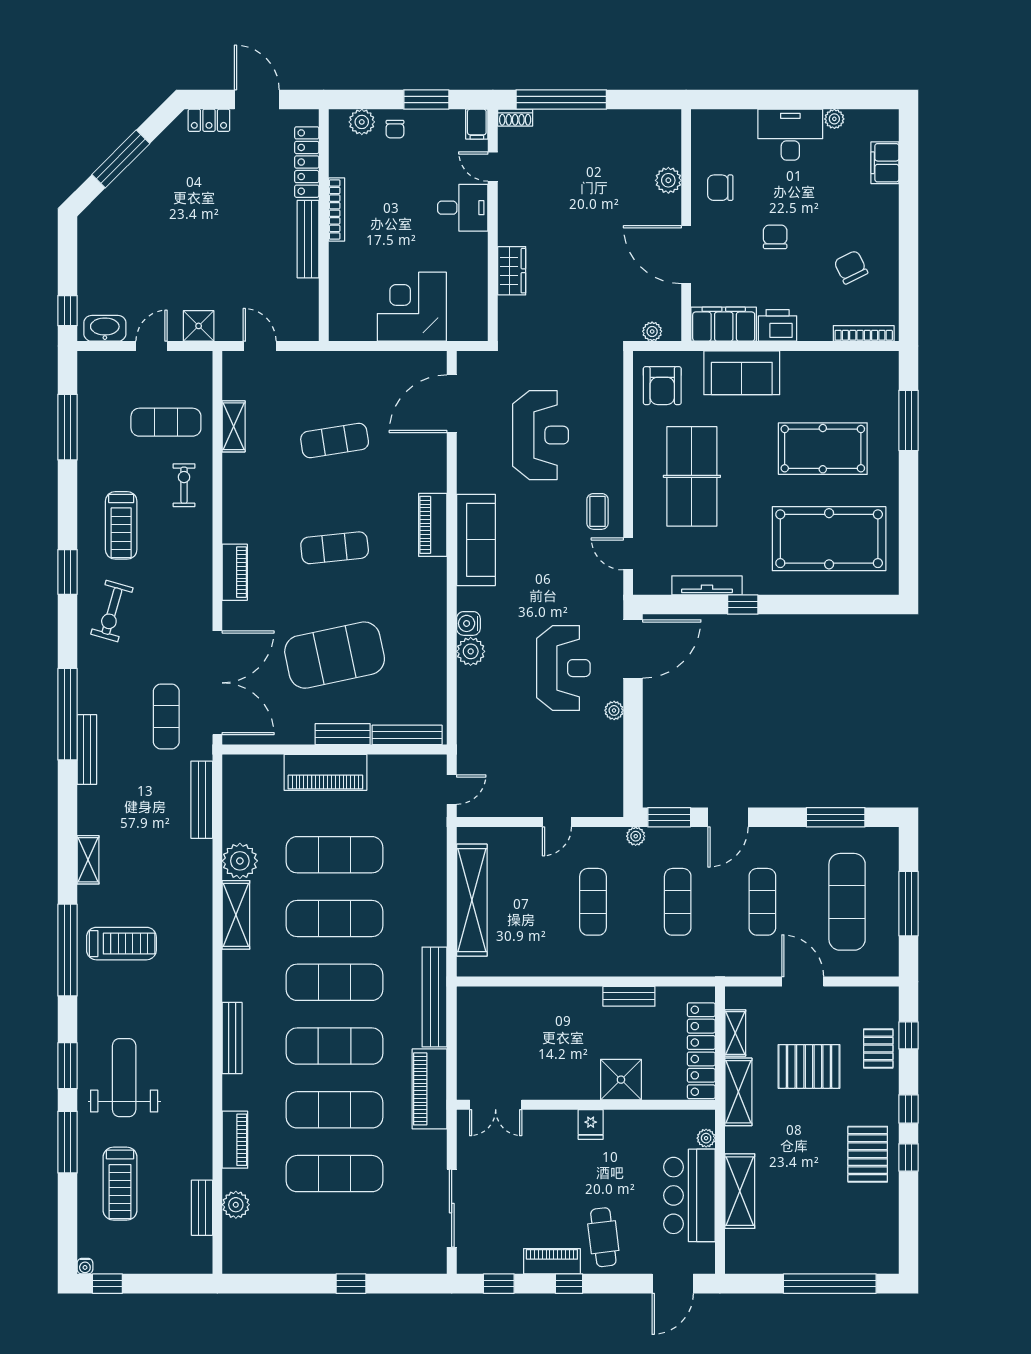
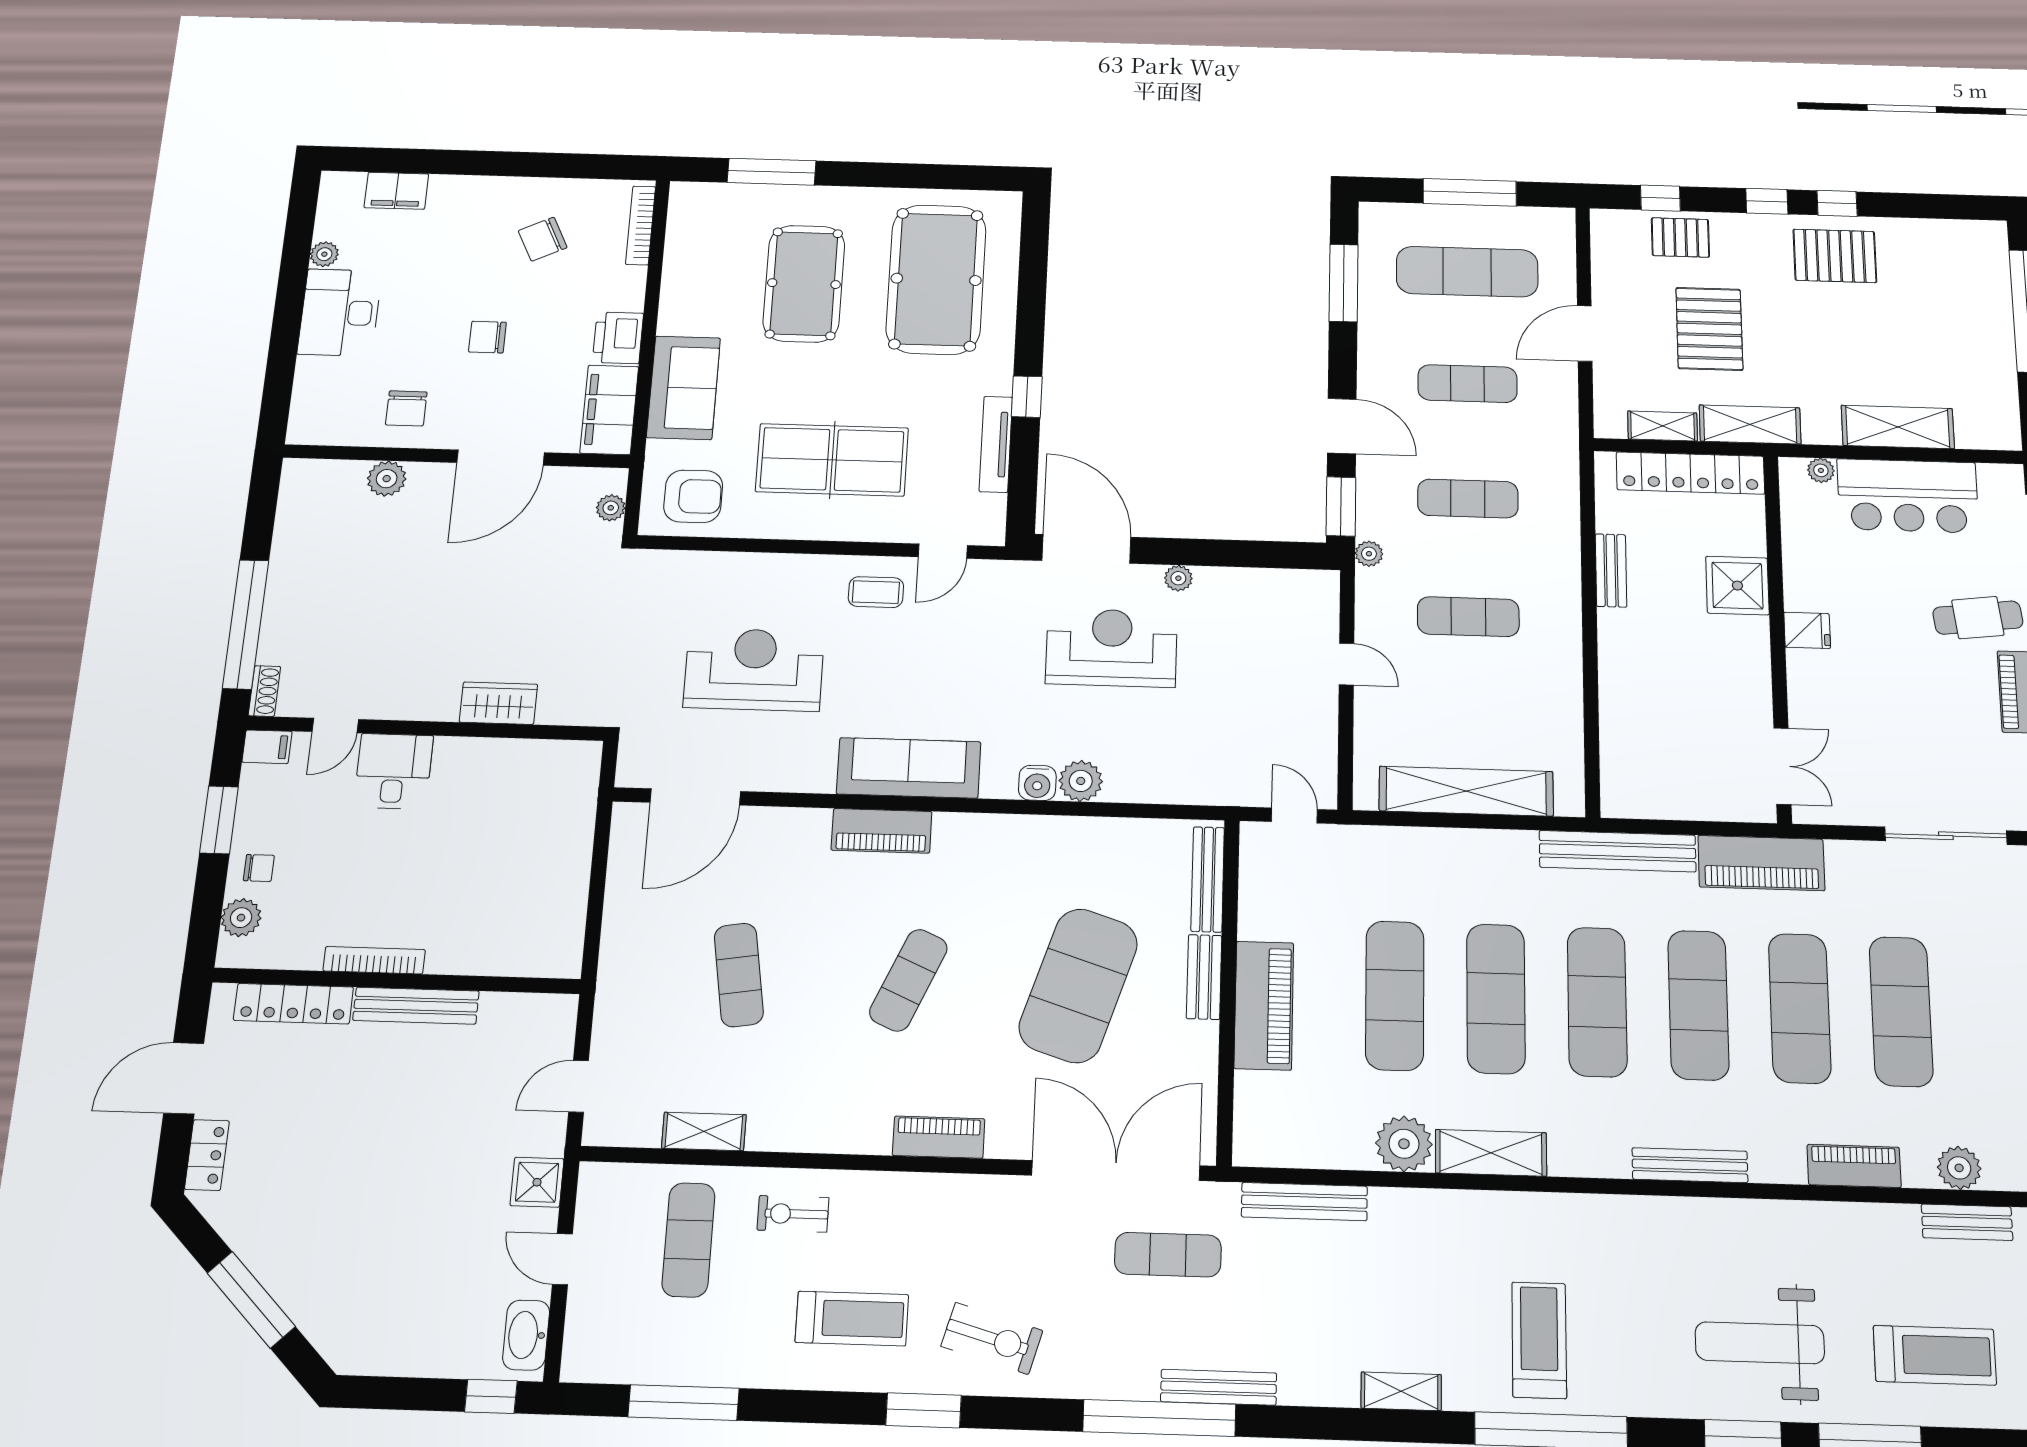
corner desk: (412, 307) -> (539, 851), removed
door: (452, 404) -> (695, 797), hinge flipped
exercise mat: (335, 548) -> (908, 980), turned 30
exercise mat: (335, 655) -> (1078, 986), turned 30

